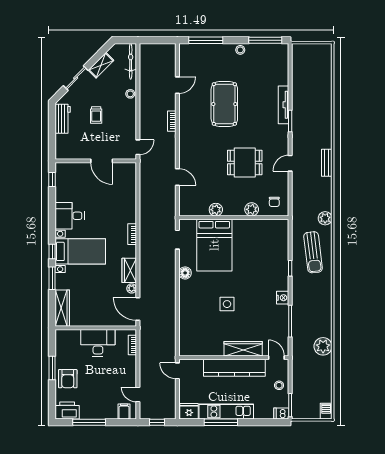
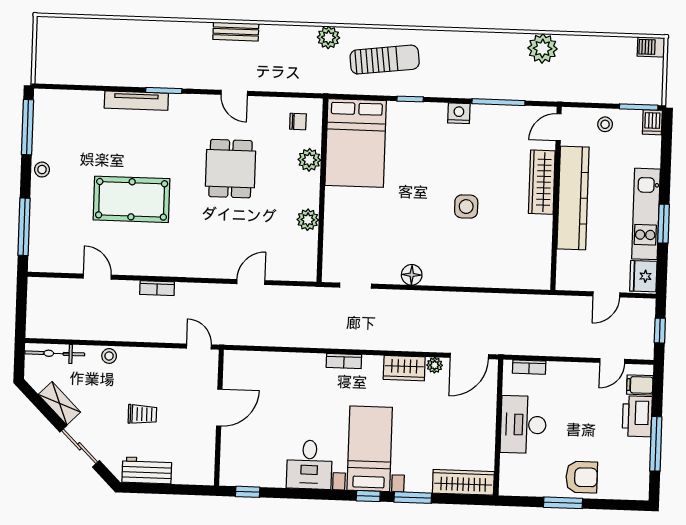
bed: (214, 245) -> (356, 143), moved, turned 90
door: (177, 371) -> (606, 294), moved
printer: (67, 411) -> (637, 416), moved
window: (221, 422) -> (664, 224), width x0.69

